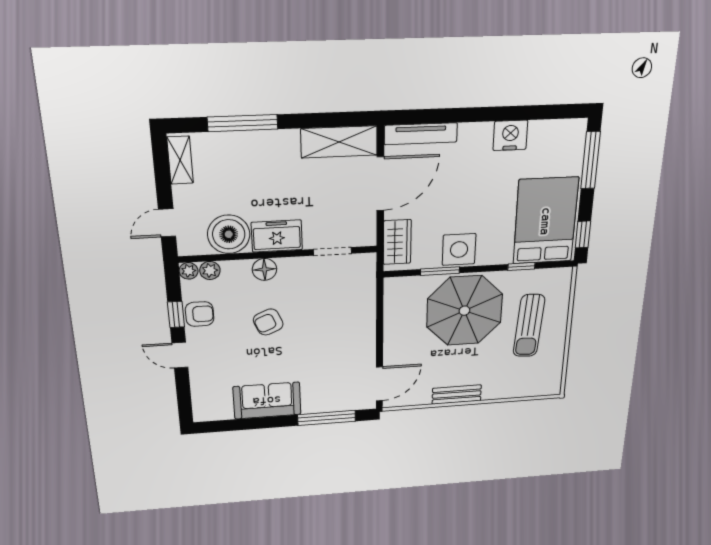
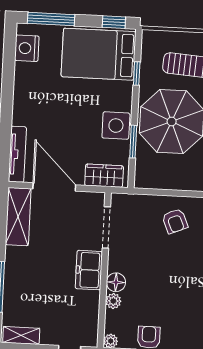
nightstand: (510, 135) -> (27, 48), moved
boiler: (229, 234) -> (83, 307), removed
doorway: (333, 251) -> (106, 228), width x1.38
plant: (210, 270) -> (113, 301), moved
armchair: (268, 322) -> (175, 221), moved

